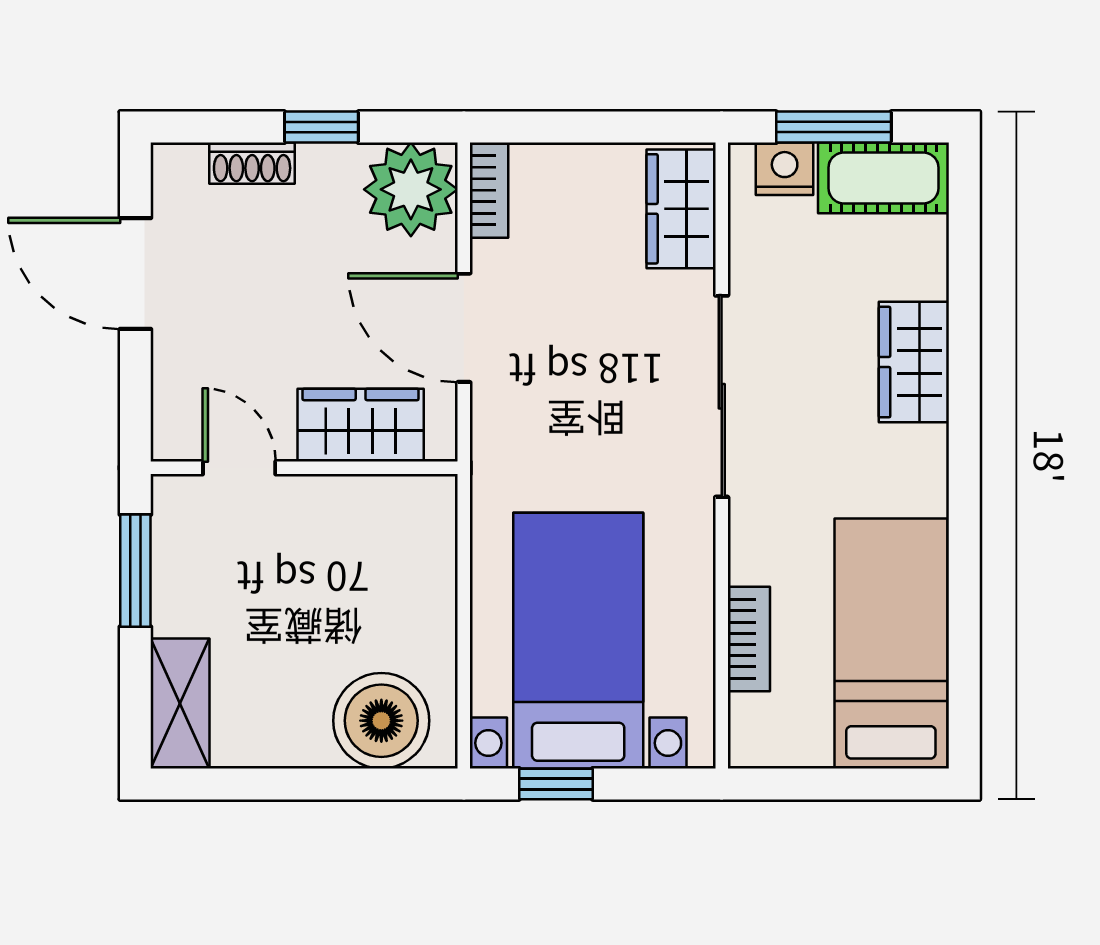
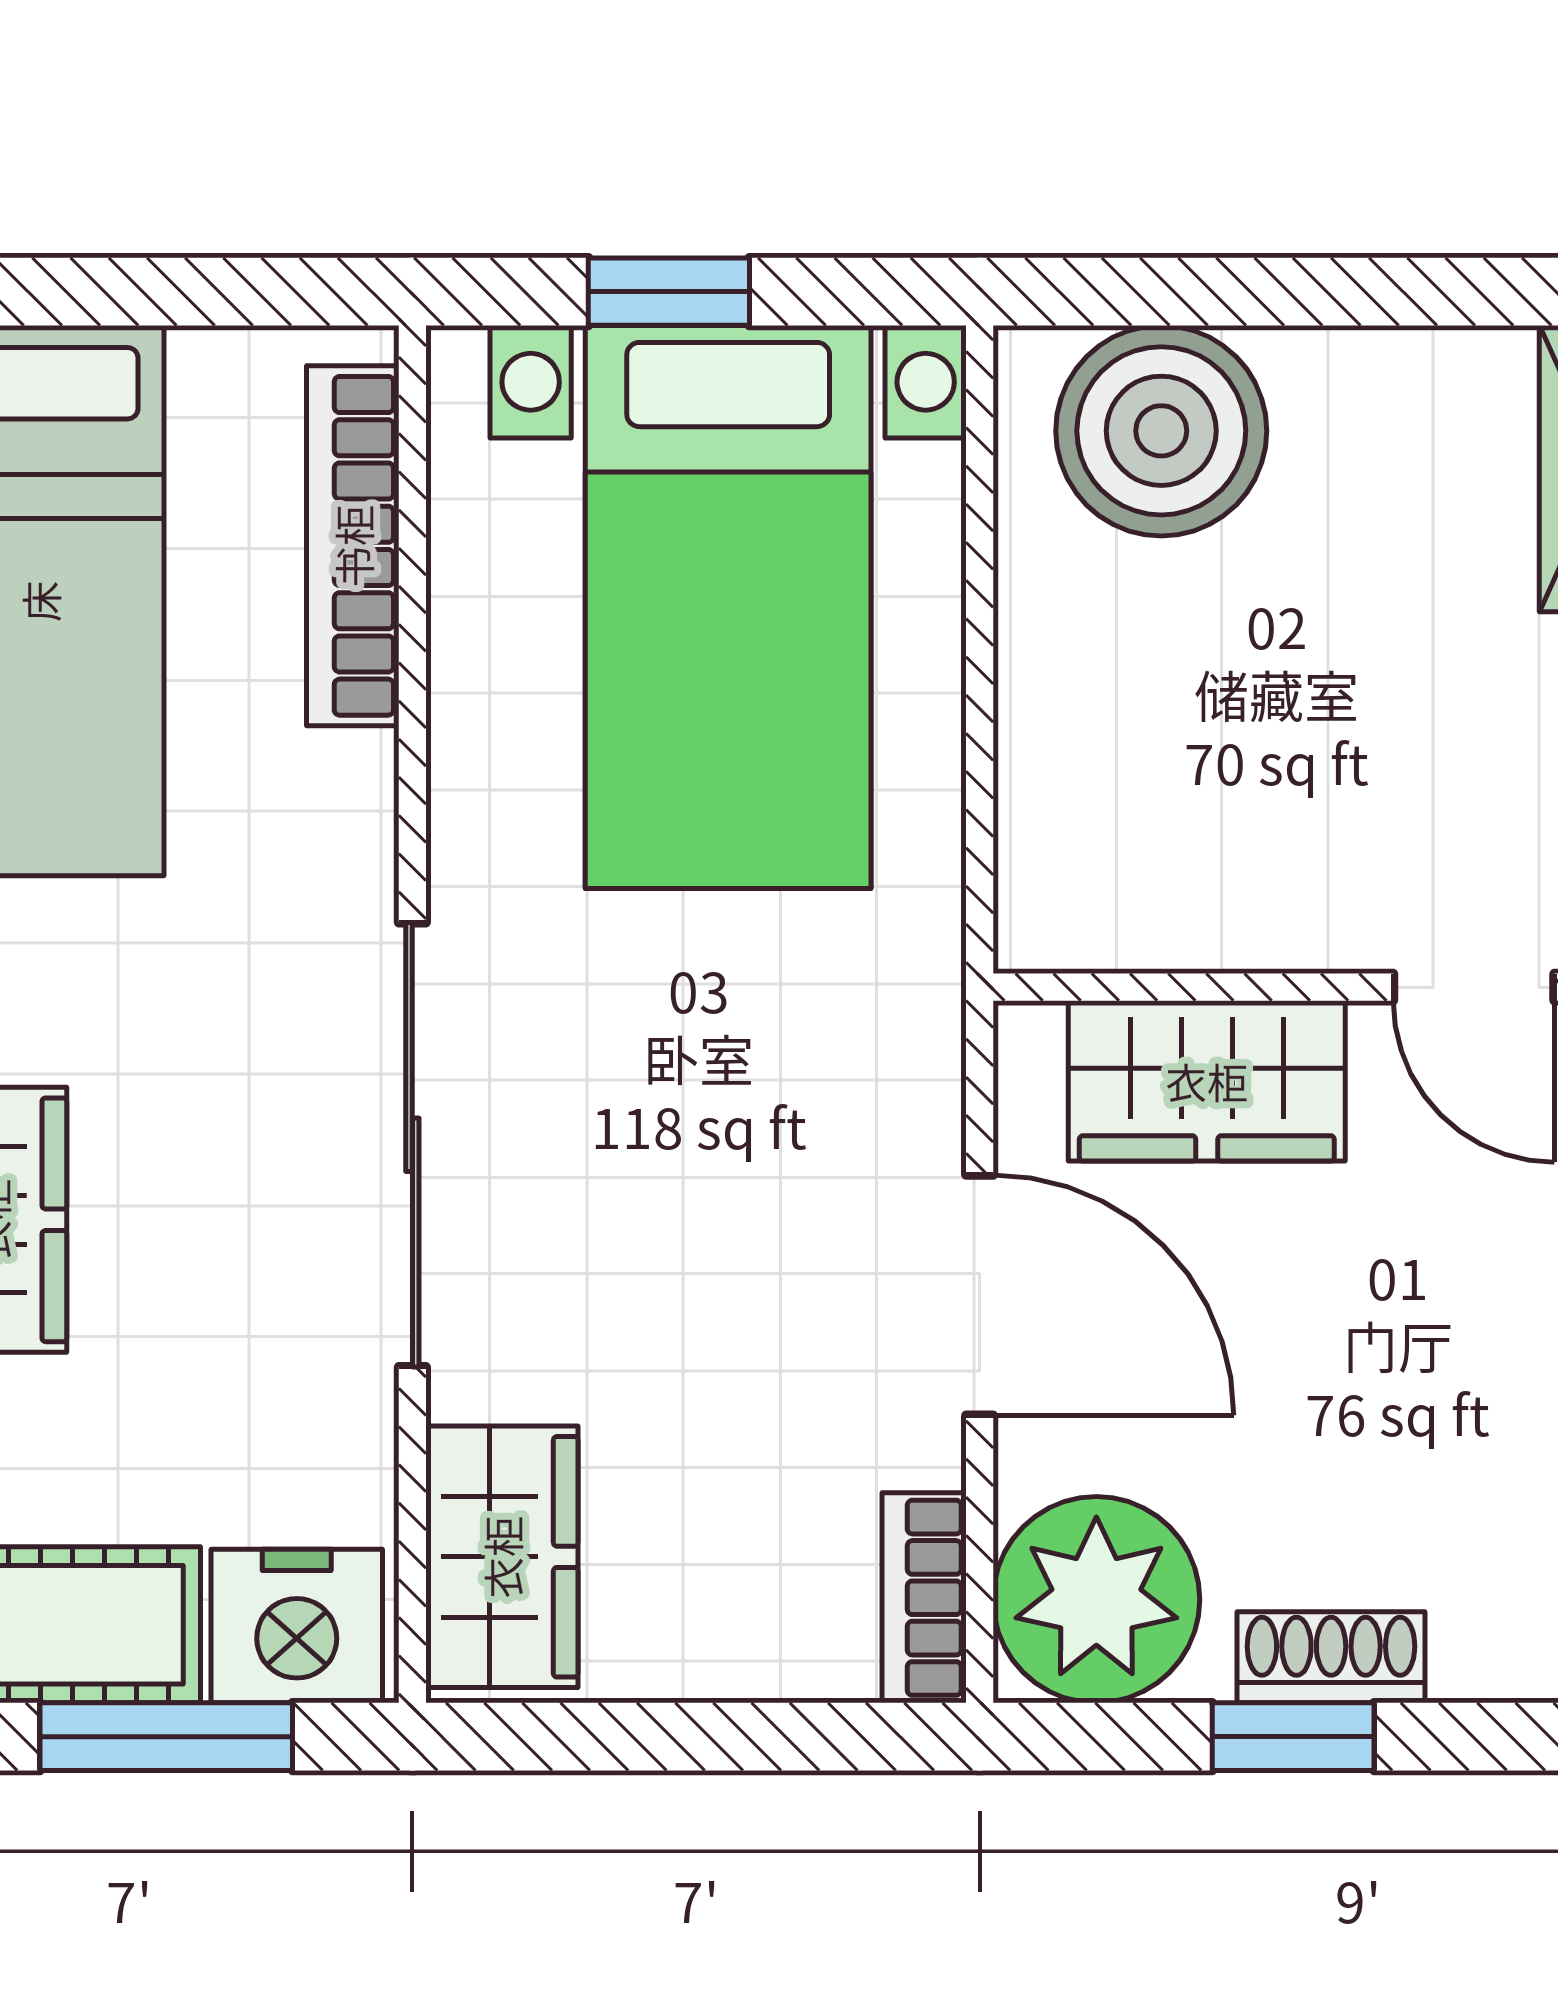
shoe rack: (252, 163) -> (1331, 1657), moved
nightstand: (785, 169) -> (297, 1626), width x1.36, depth x1.33
bookcase: (749, 639) -> (353, 546), width x1.56
window: (556, 784) -> (669, 292), moved

